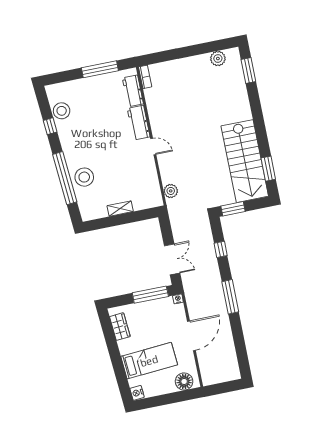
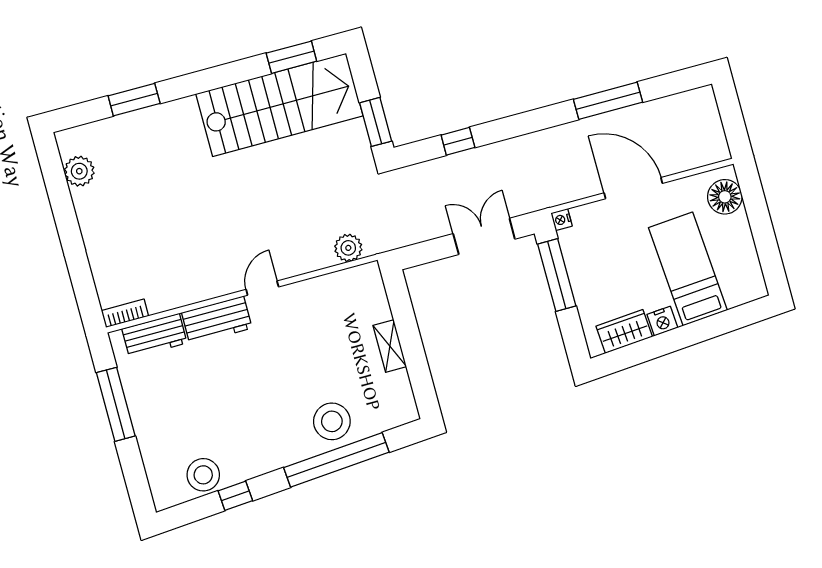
window: (248, 71) -> (134, 100), moved
window: (230, 297) -> (608, 101), moved
nightstand: (137, 393) -> (662, 321), moved

